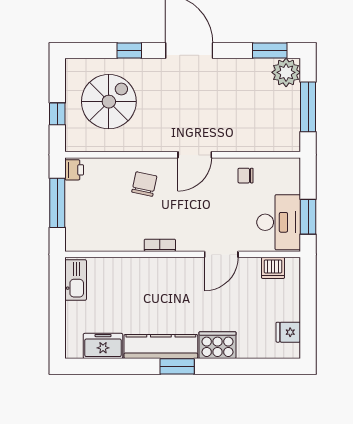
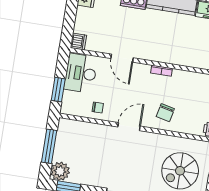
window: (308, 217) -> (58, 90), moved
door: (221, 254) -> (122, 58), swing flipped
dishwasher: (273, 268) -> (78, 41), moved, turned 90

